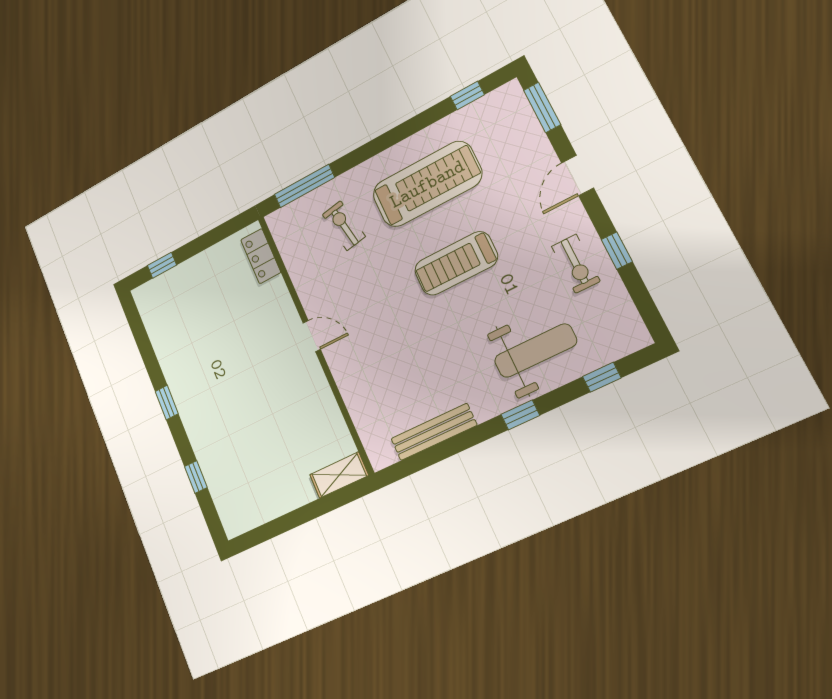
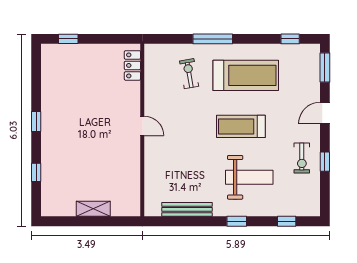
window: (304, 186) -> (213, 39), moved
weight bench: (535, 351) -> (249, 177), moved
shelving: (339, 475) -> (93, 209), moved

